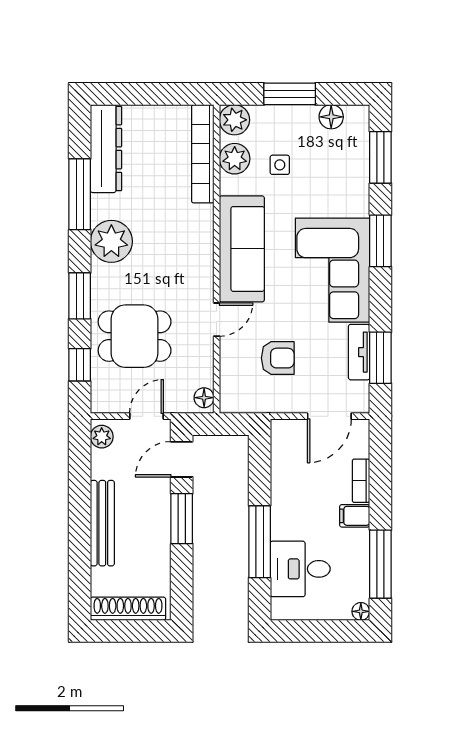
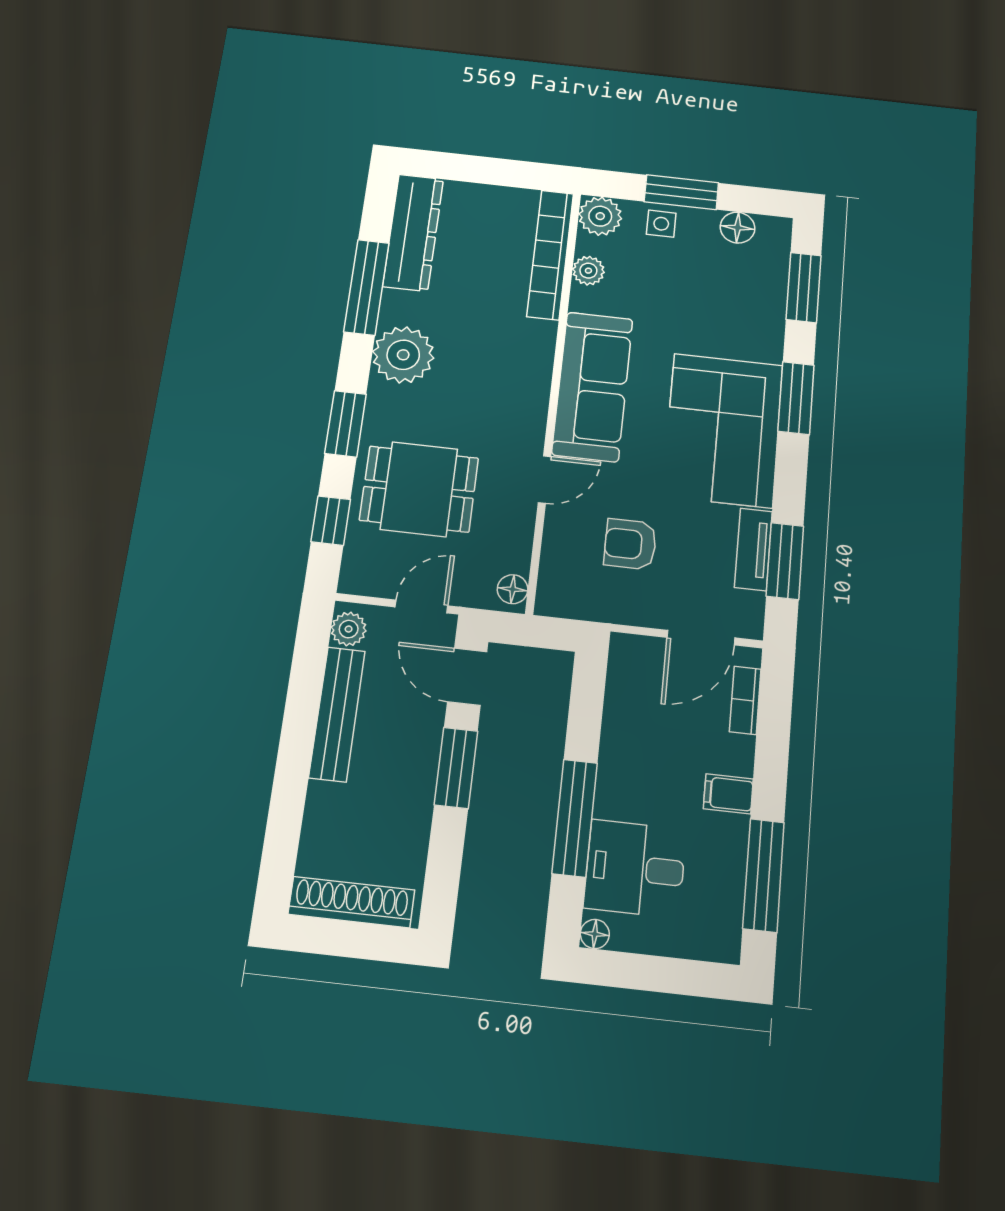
plant: (235, 159) -> (588, 271), width x0.73, depth x0.73
side table: (280, 165) -> (661, 224), moved
armchair: (278, 358) -> (630, 544), turned 180
door: (182, 459) -> (467, 677), hinge flipped
bookcase: (361, 481) -> (745, 700), moved
bench: (102, 523) -> (337, 714), moved
floor lamp: (361, 611) -> (595, 934), moved

